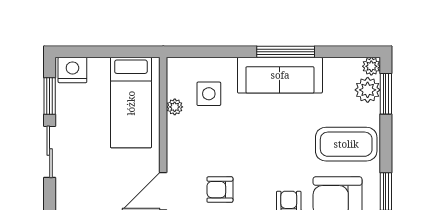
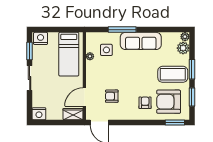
window: (286, 52) -> (122, 30), moved
window: (386, 94) -> (192, 69), moved

